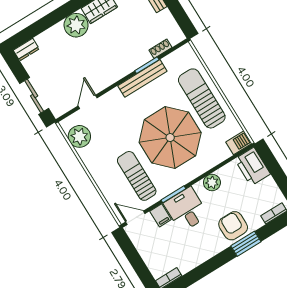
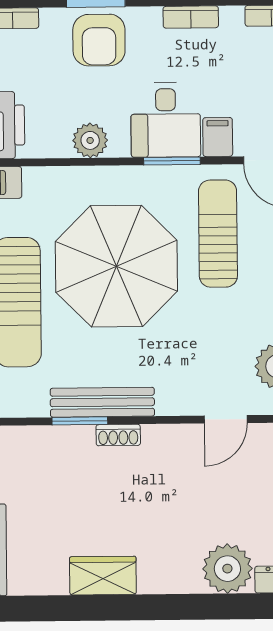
plant: (76, 25) -> (227, 569), moved
shoe rack: (160, 49) -> (118, 435), moved
sun lounger: (137, 176) -> (218, 234), turned 180
bookcase: (201, 258) -> (191, 17), added

